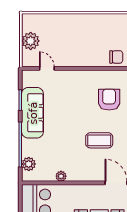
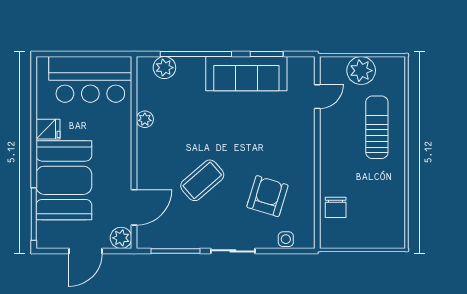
sun lounger: (66, 31) -> (377, 127), added
armchair: (109, 100) -> (267, 196), turned -73
coffee table: (99, 140) -> (202, 180), turned 49

